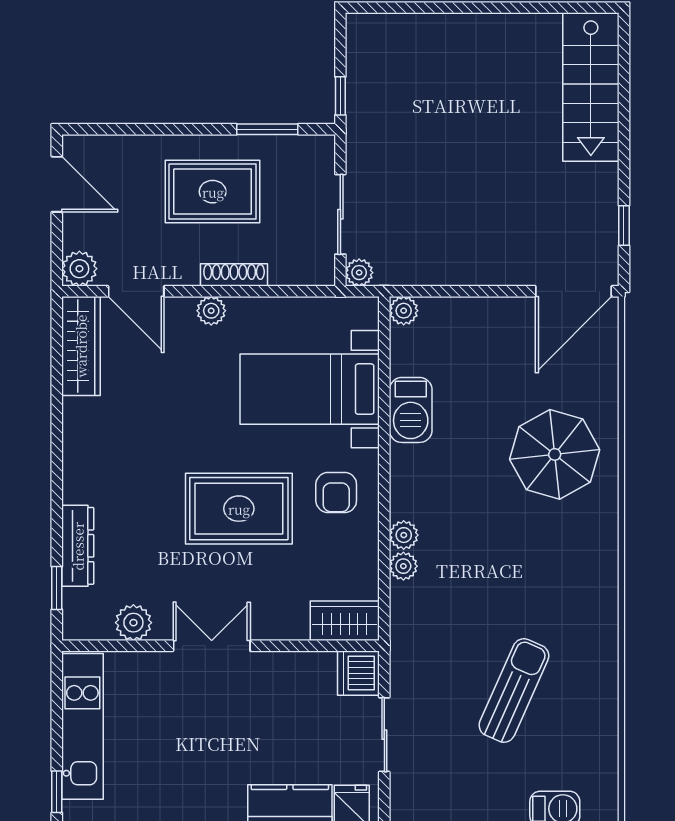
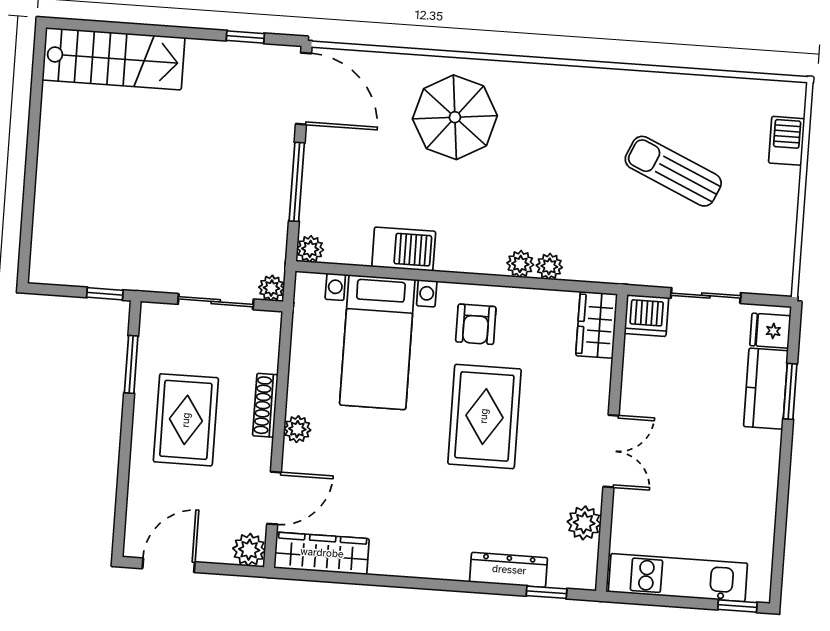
window: (474, 291) -> (297, 182), added
armchair: (336, 492) -> (476, 324), turned 90
double door: (212, 646) -> (611, 451), swing flipped

